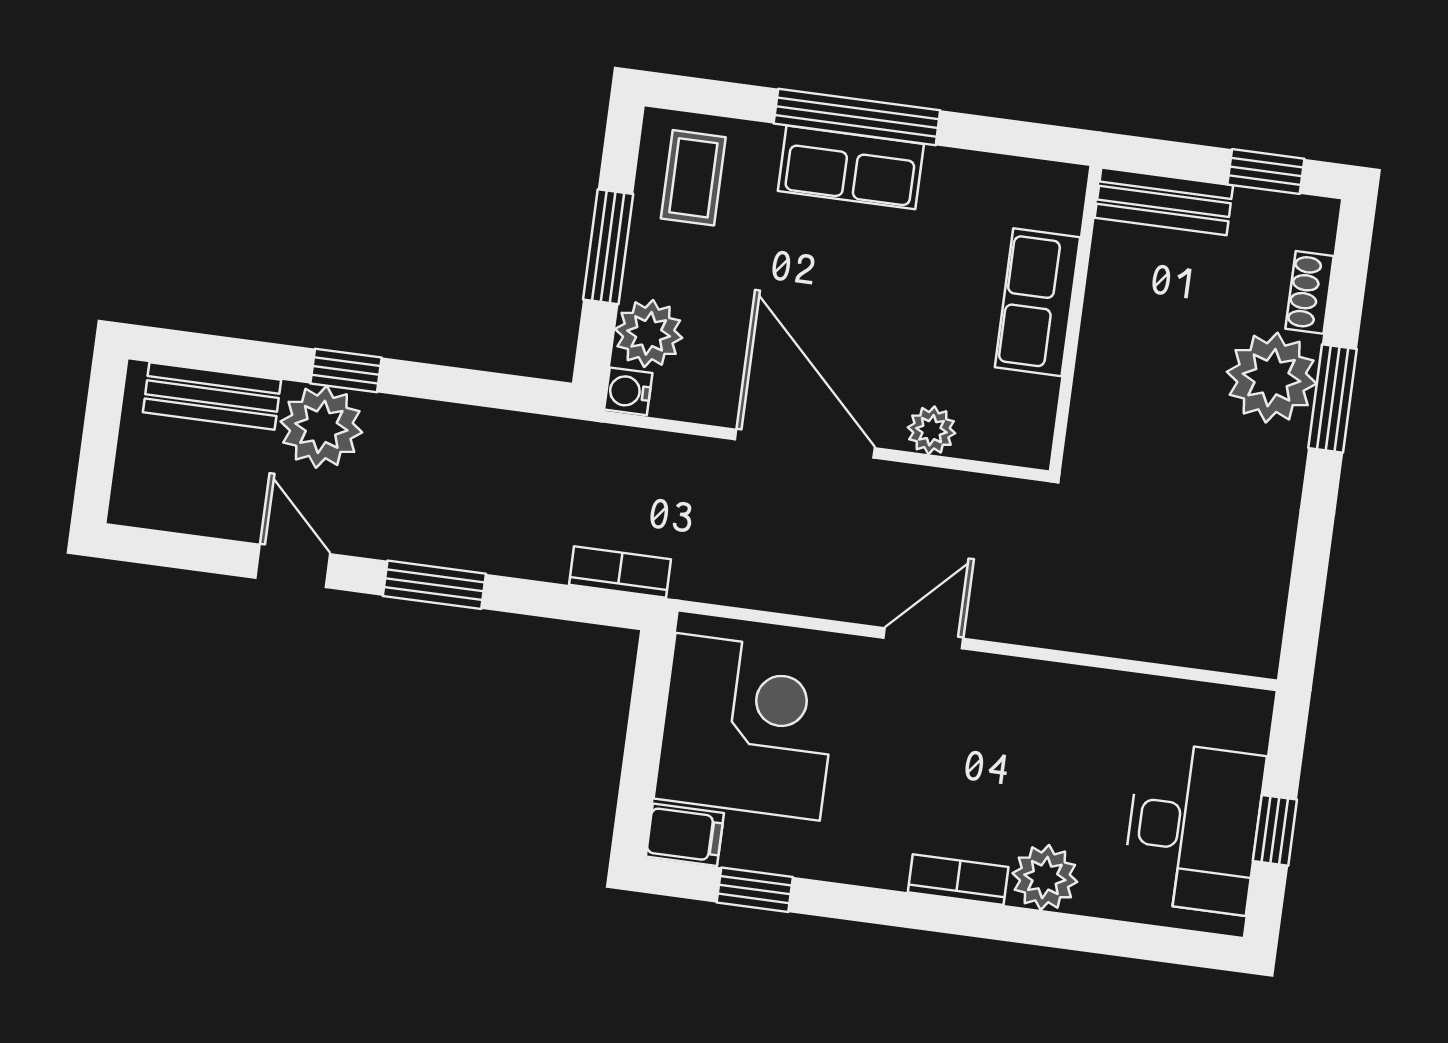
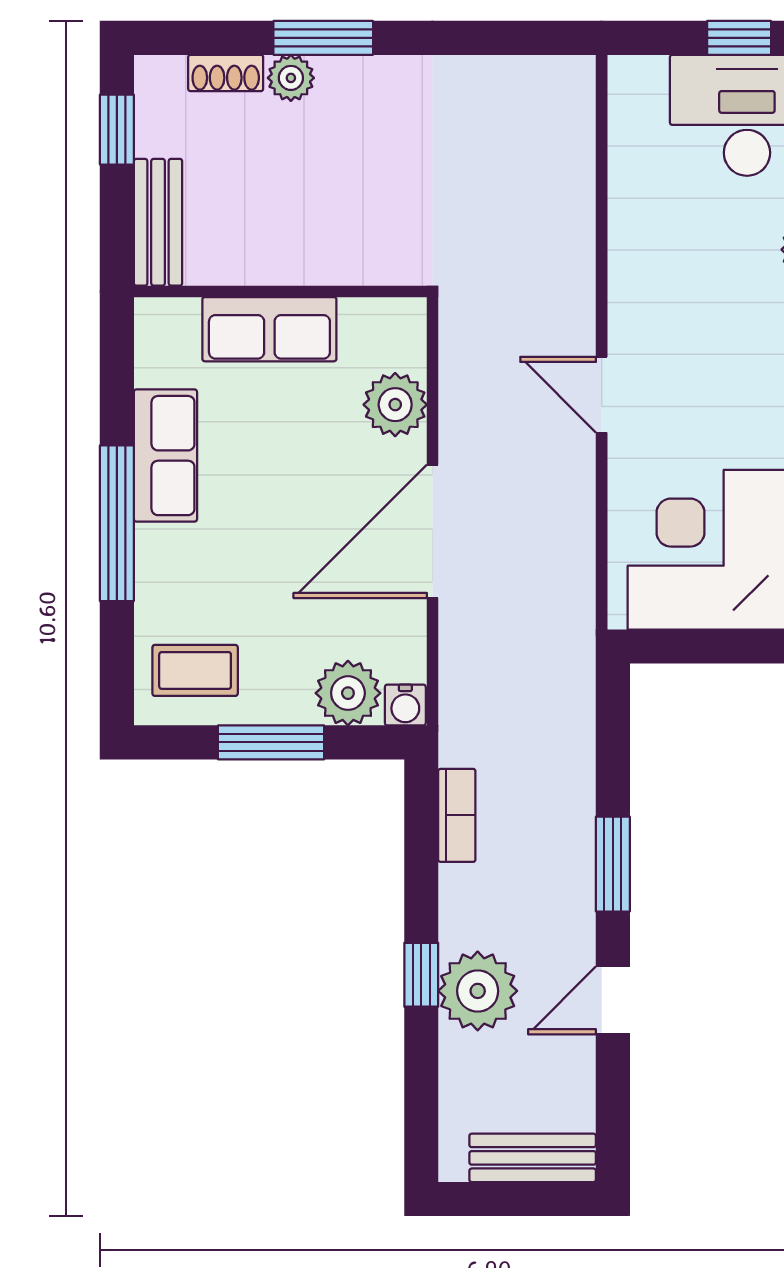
row of seats: (851, 167) -> (165, 456), moved
plant: (1272, 378) -> (291, 78), width x0.53, depth x0.53
bench: (212, 396) -> (533, 1158), moved, turned 90
plant: (932, 430) -> (395, 405), width x1.38, depth x1.38
bookcase: (620, 572) -> (457, 815), moved, turned 180

